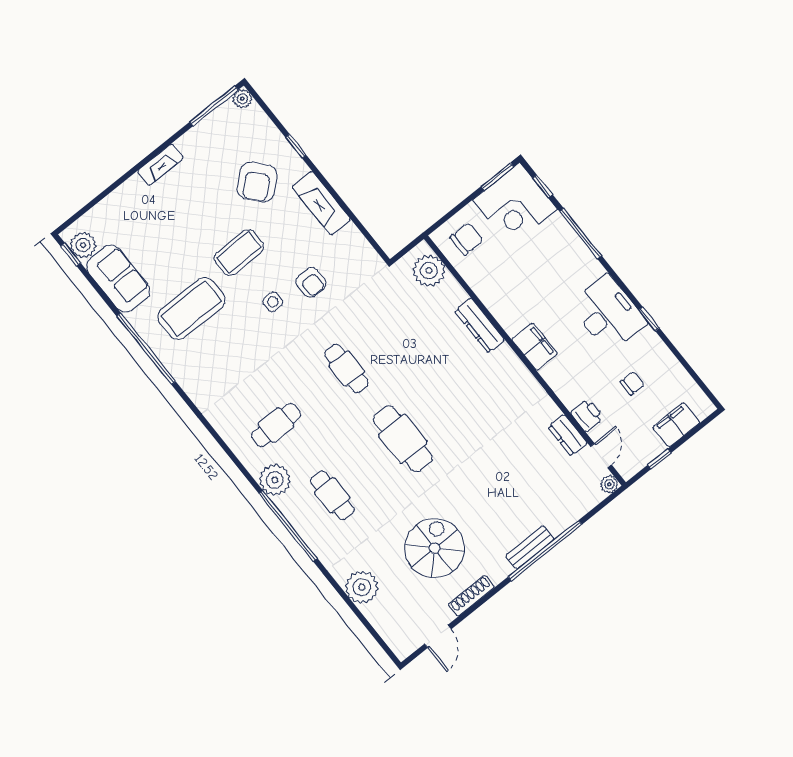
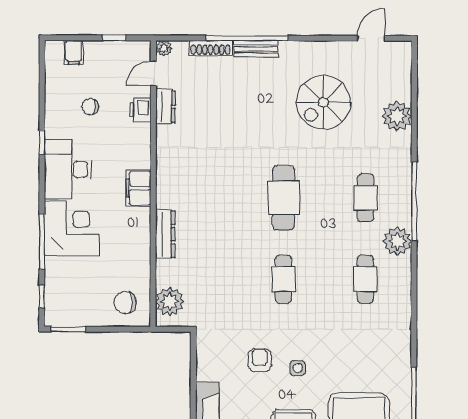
corner desk: (515, 205) -> (72, 228), moved
cafe table: (276, 425) -> (365, 279), turned 90
filing cabinet: (676, 425) -> (74, 52), width x0.50
shoe rack: (471, 596) -> (210, 48), moved

